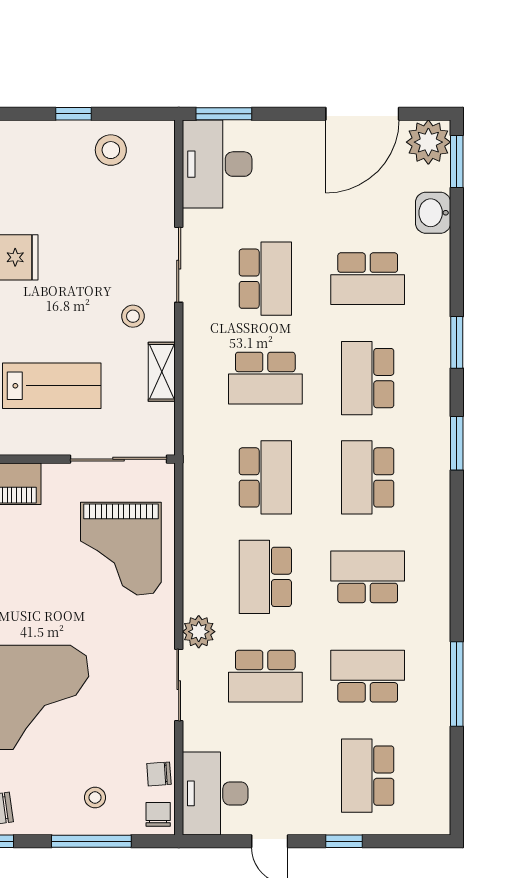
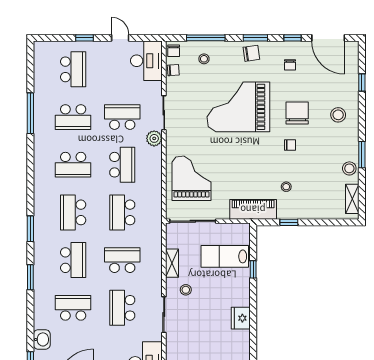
school desk: (368, 477) -> (73, 212), turned 180

